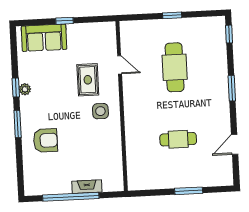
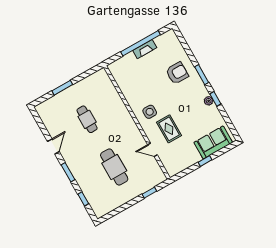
window: (172, 15) -> (149, 193), moved
window: (229, 34) -> (83, 199), moved
cafe table: (178, 139) -> (87, 119), turned 90
armchair: (45, 140) -> (177, 73), turned 180
door: (235, 144) -> (53, 147), moved
fireplace: (87, 187) -> (145, 49), moved

